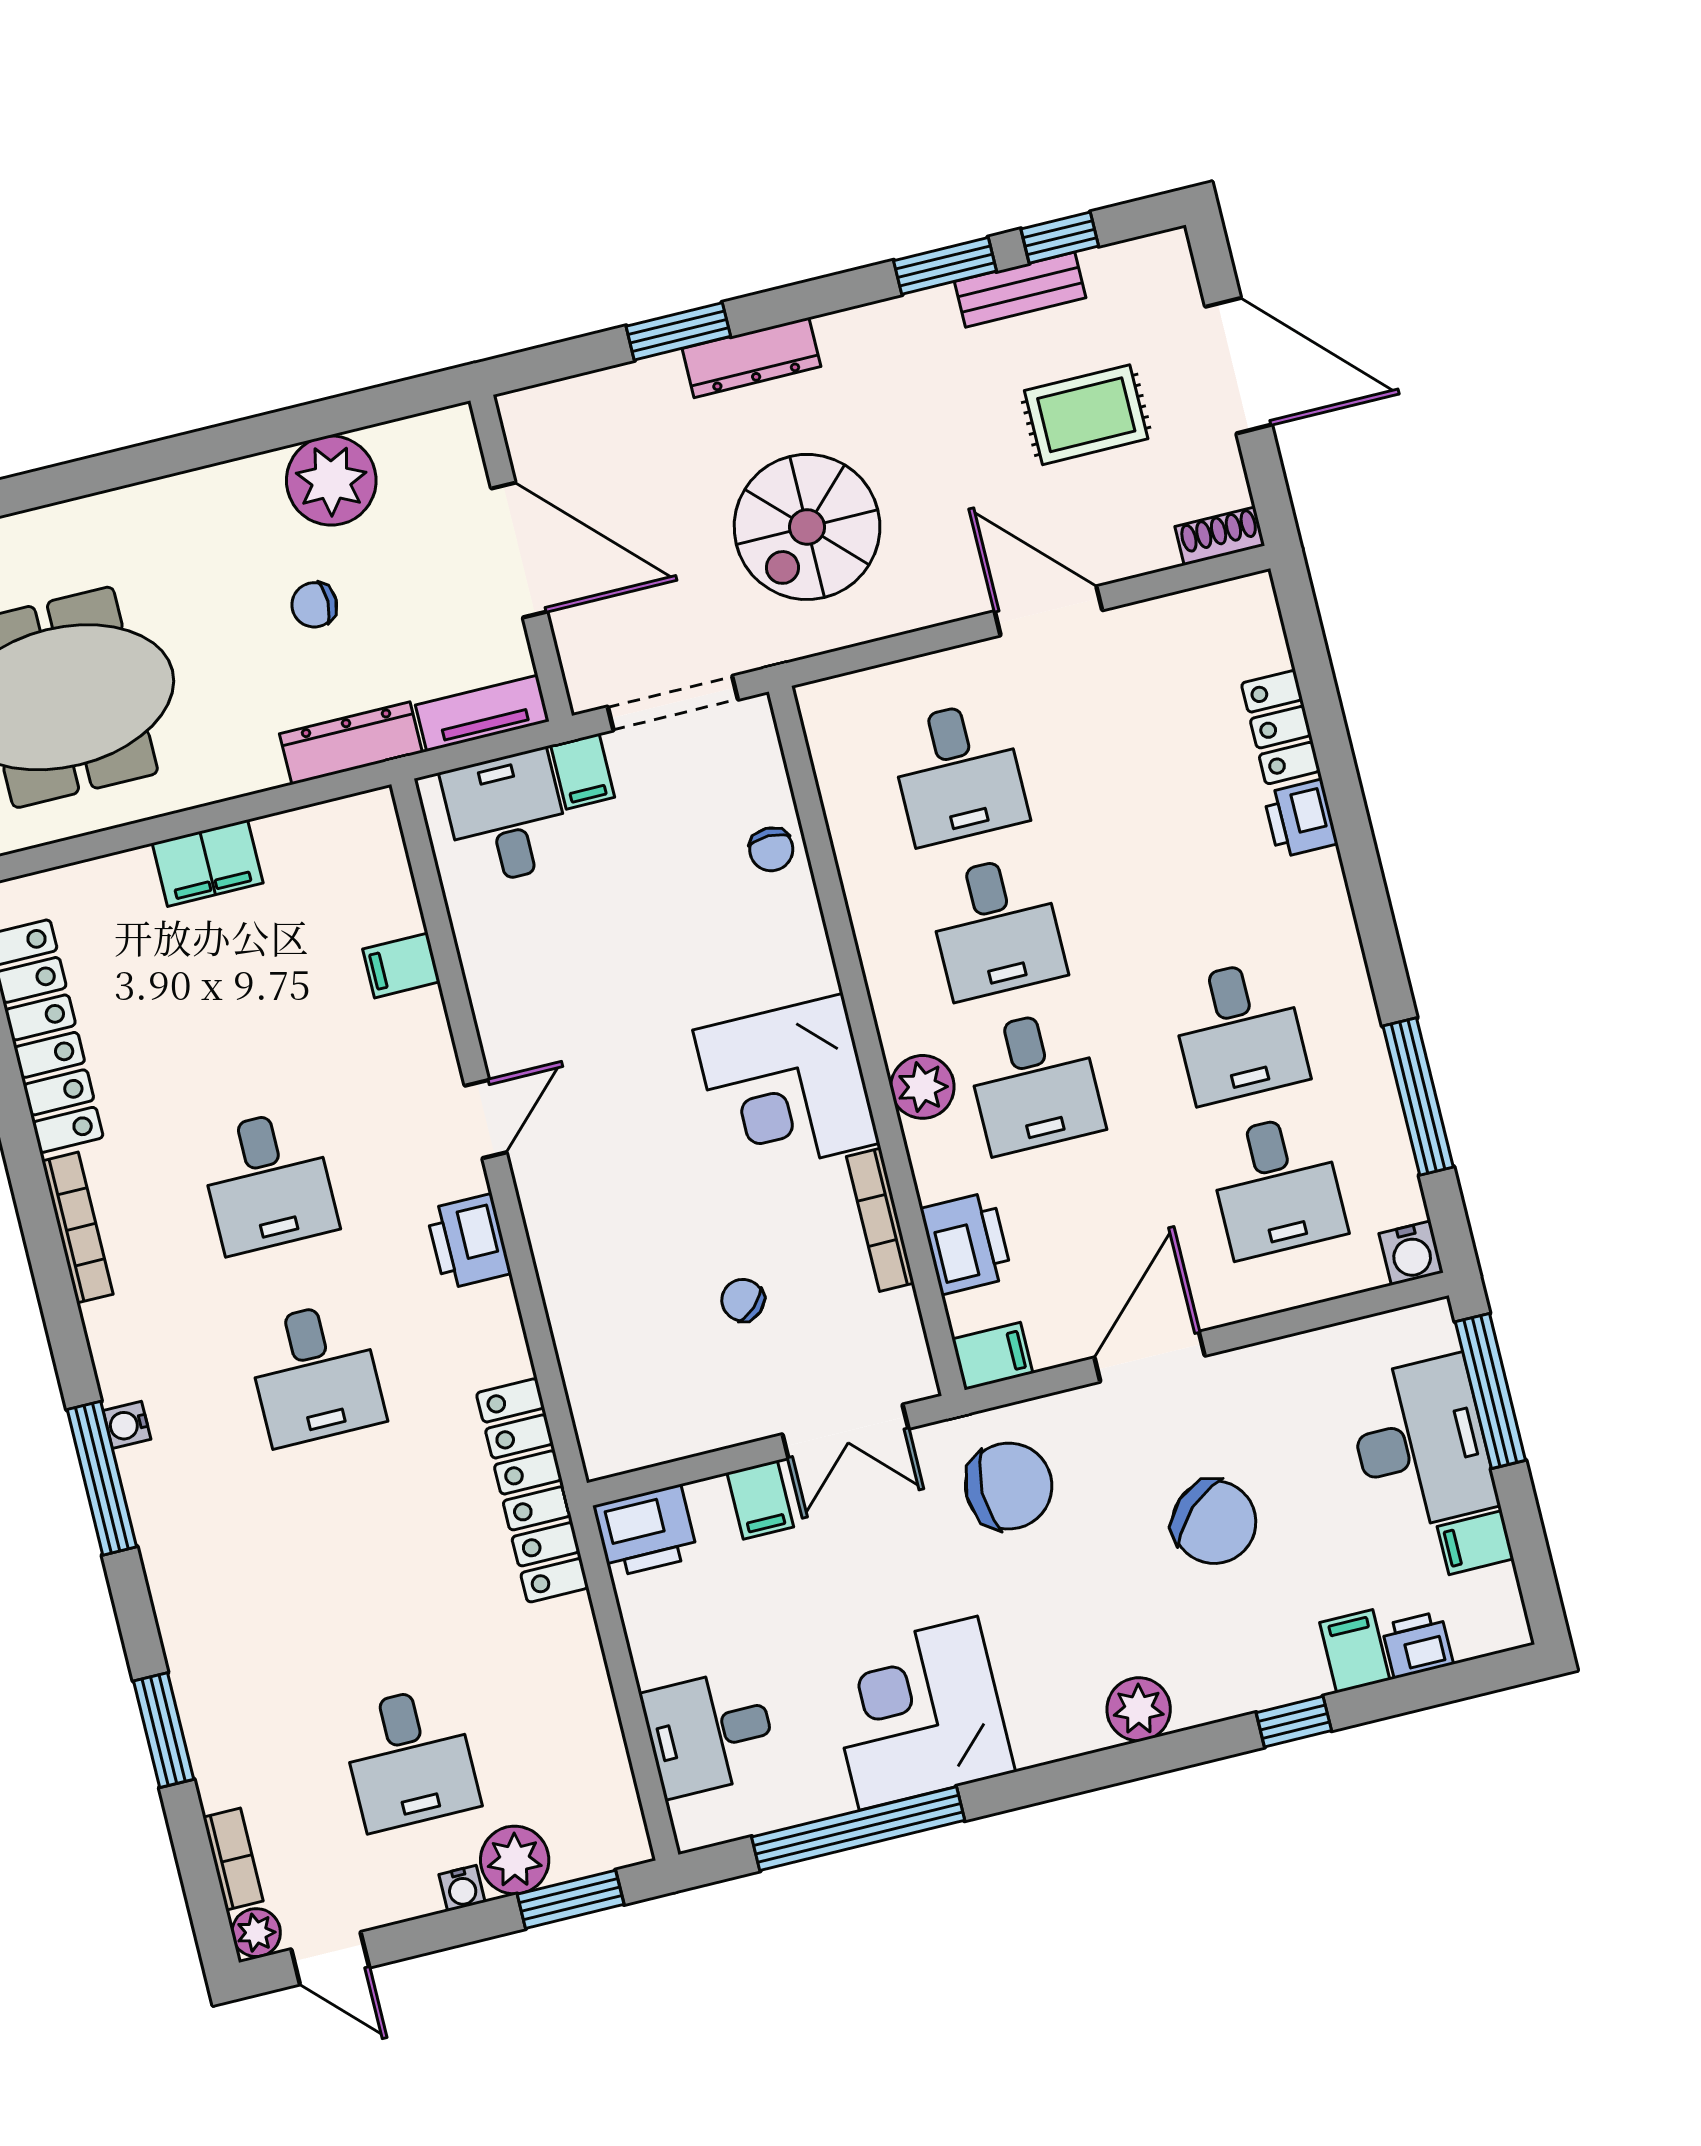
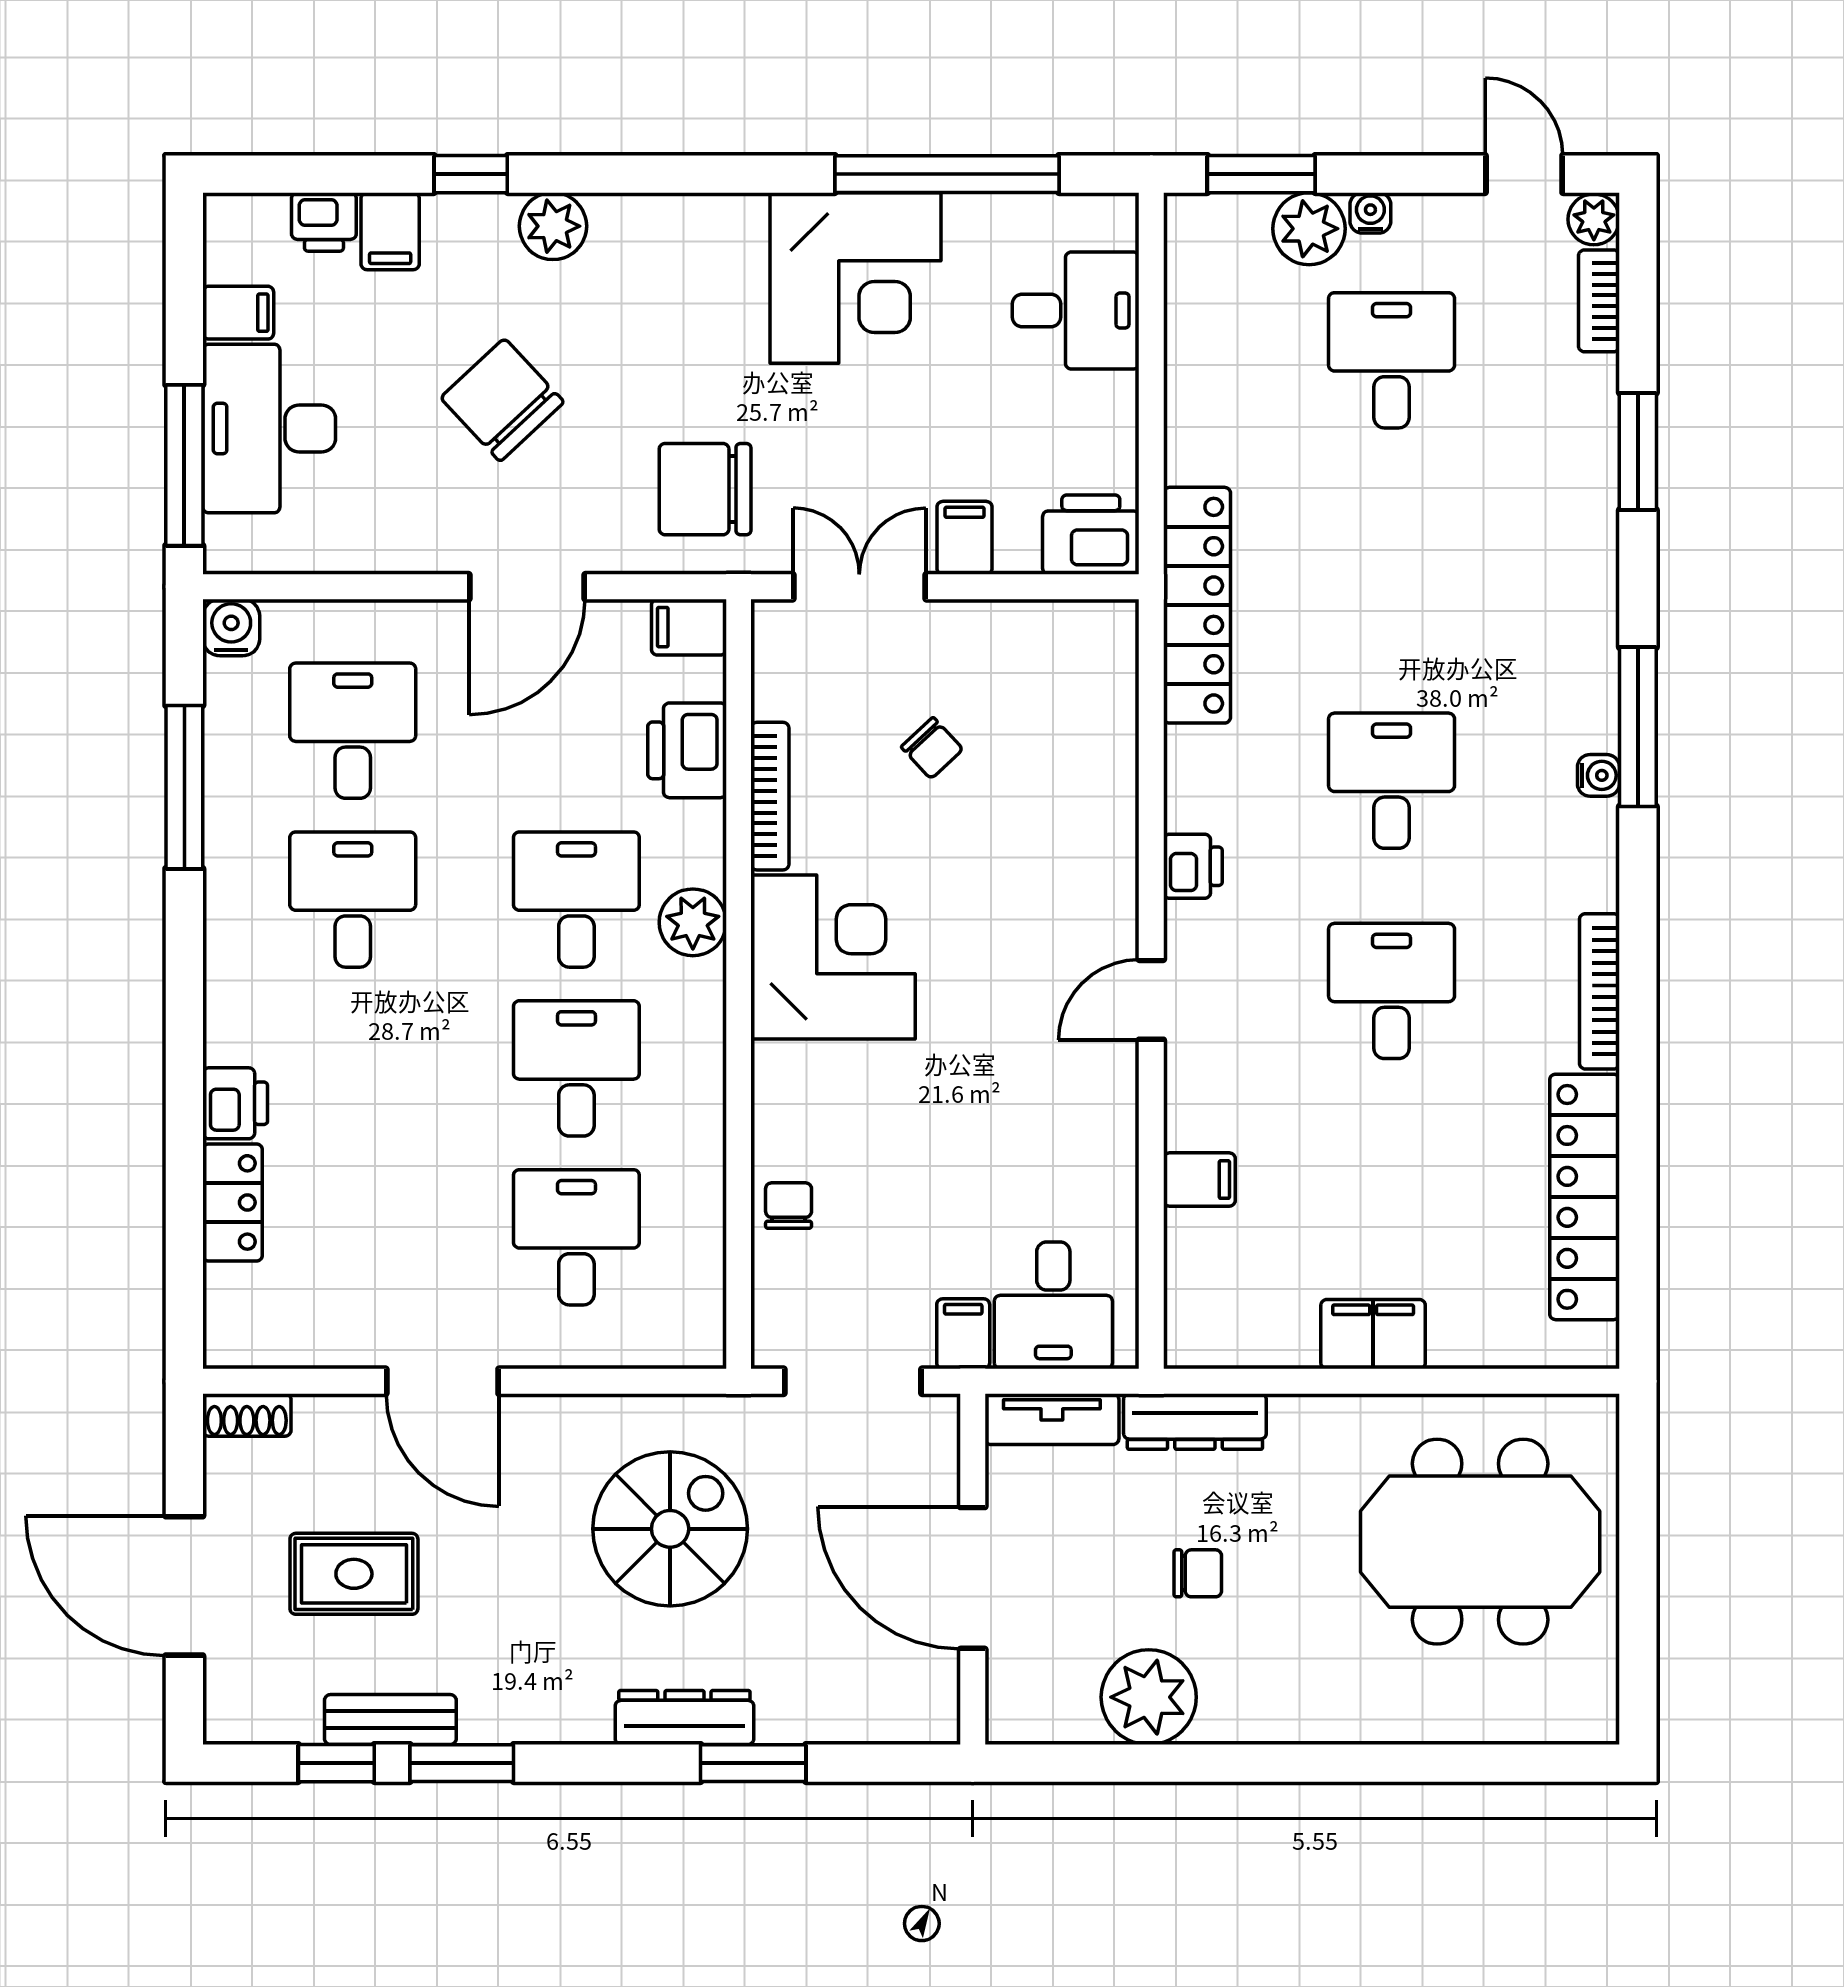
printer: (469, 1242) -> (1193, 866), width x0.73, depth x0.81
plant: (1139, 1709) -> (553, 226), moved

